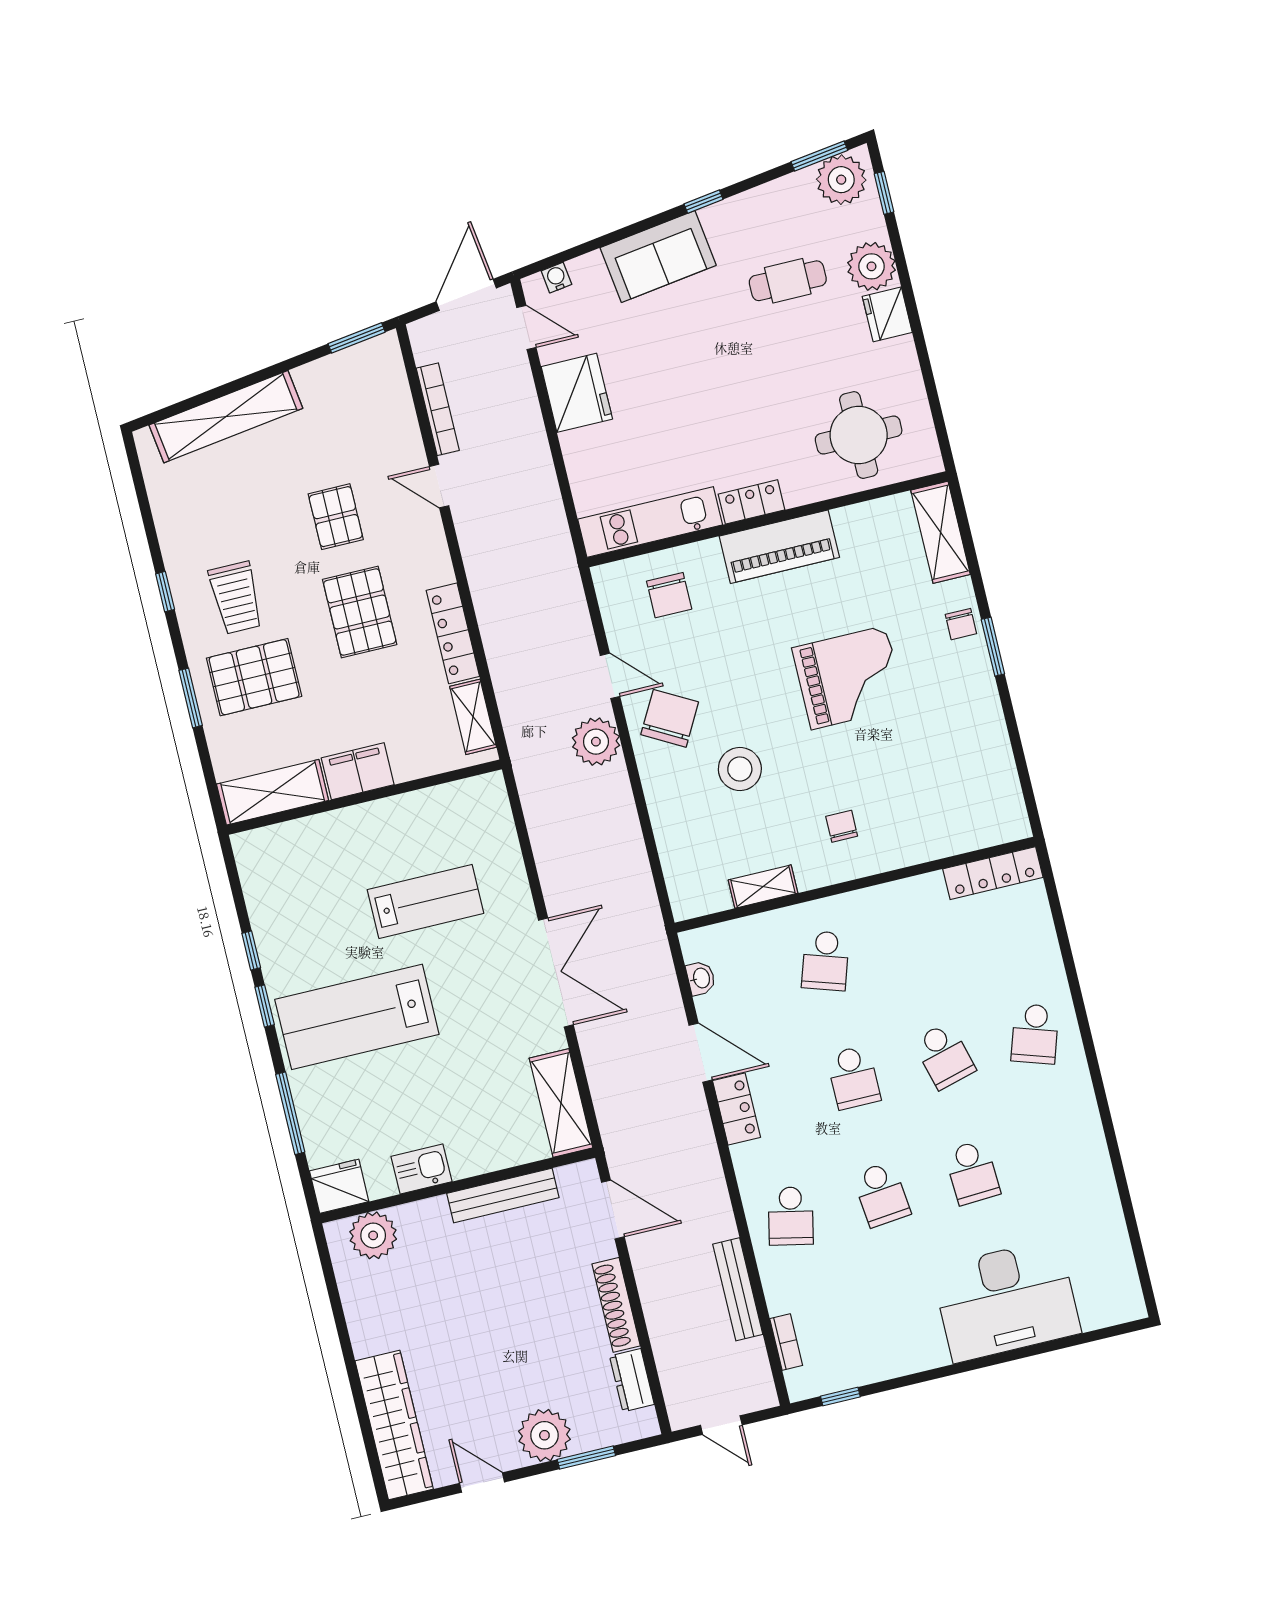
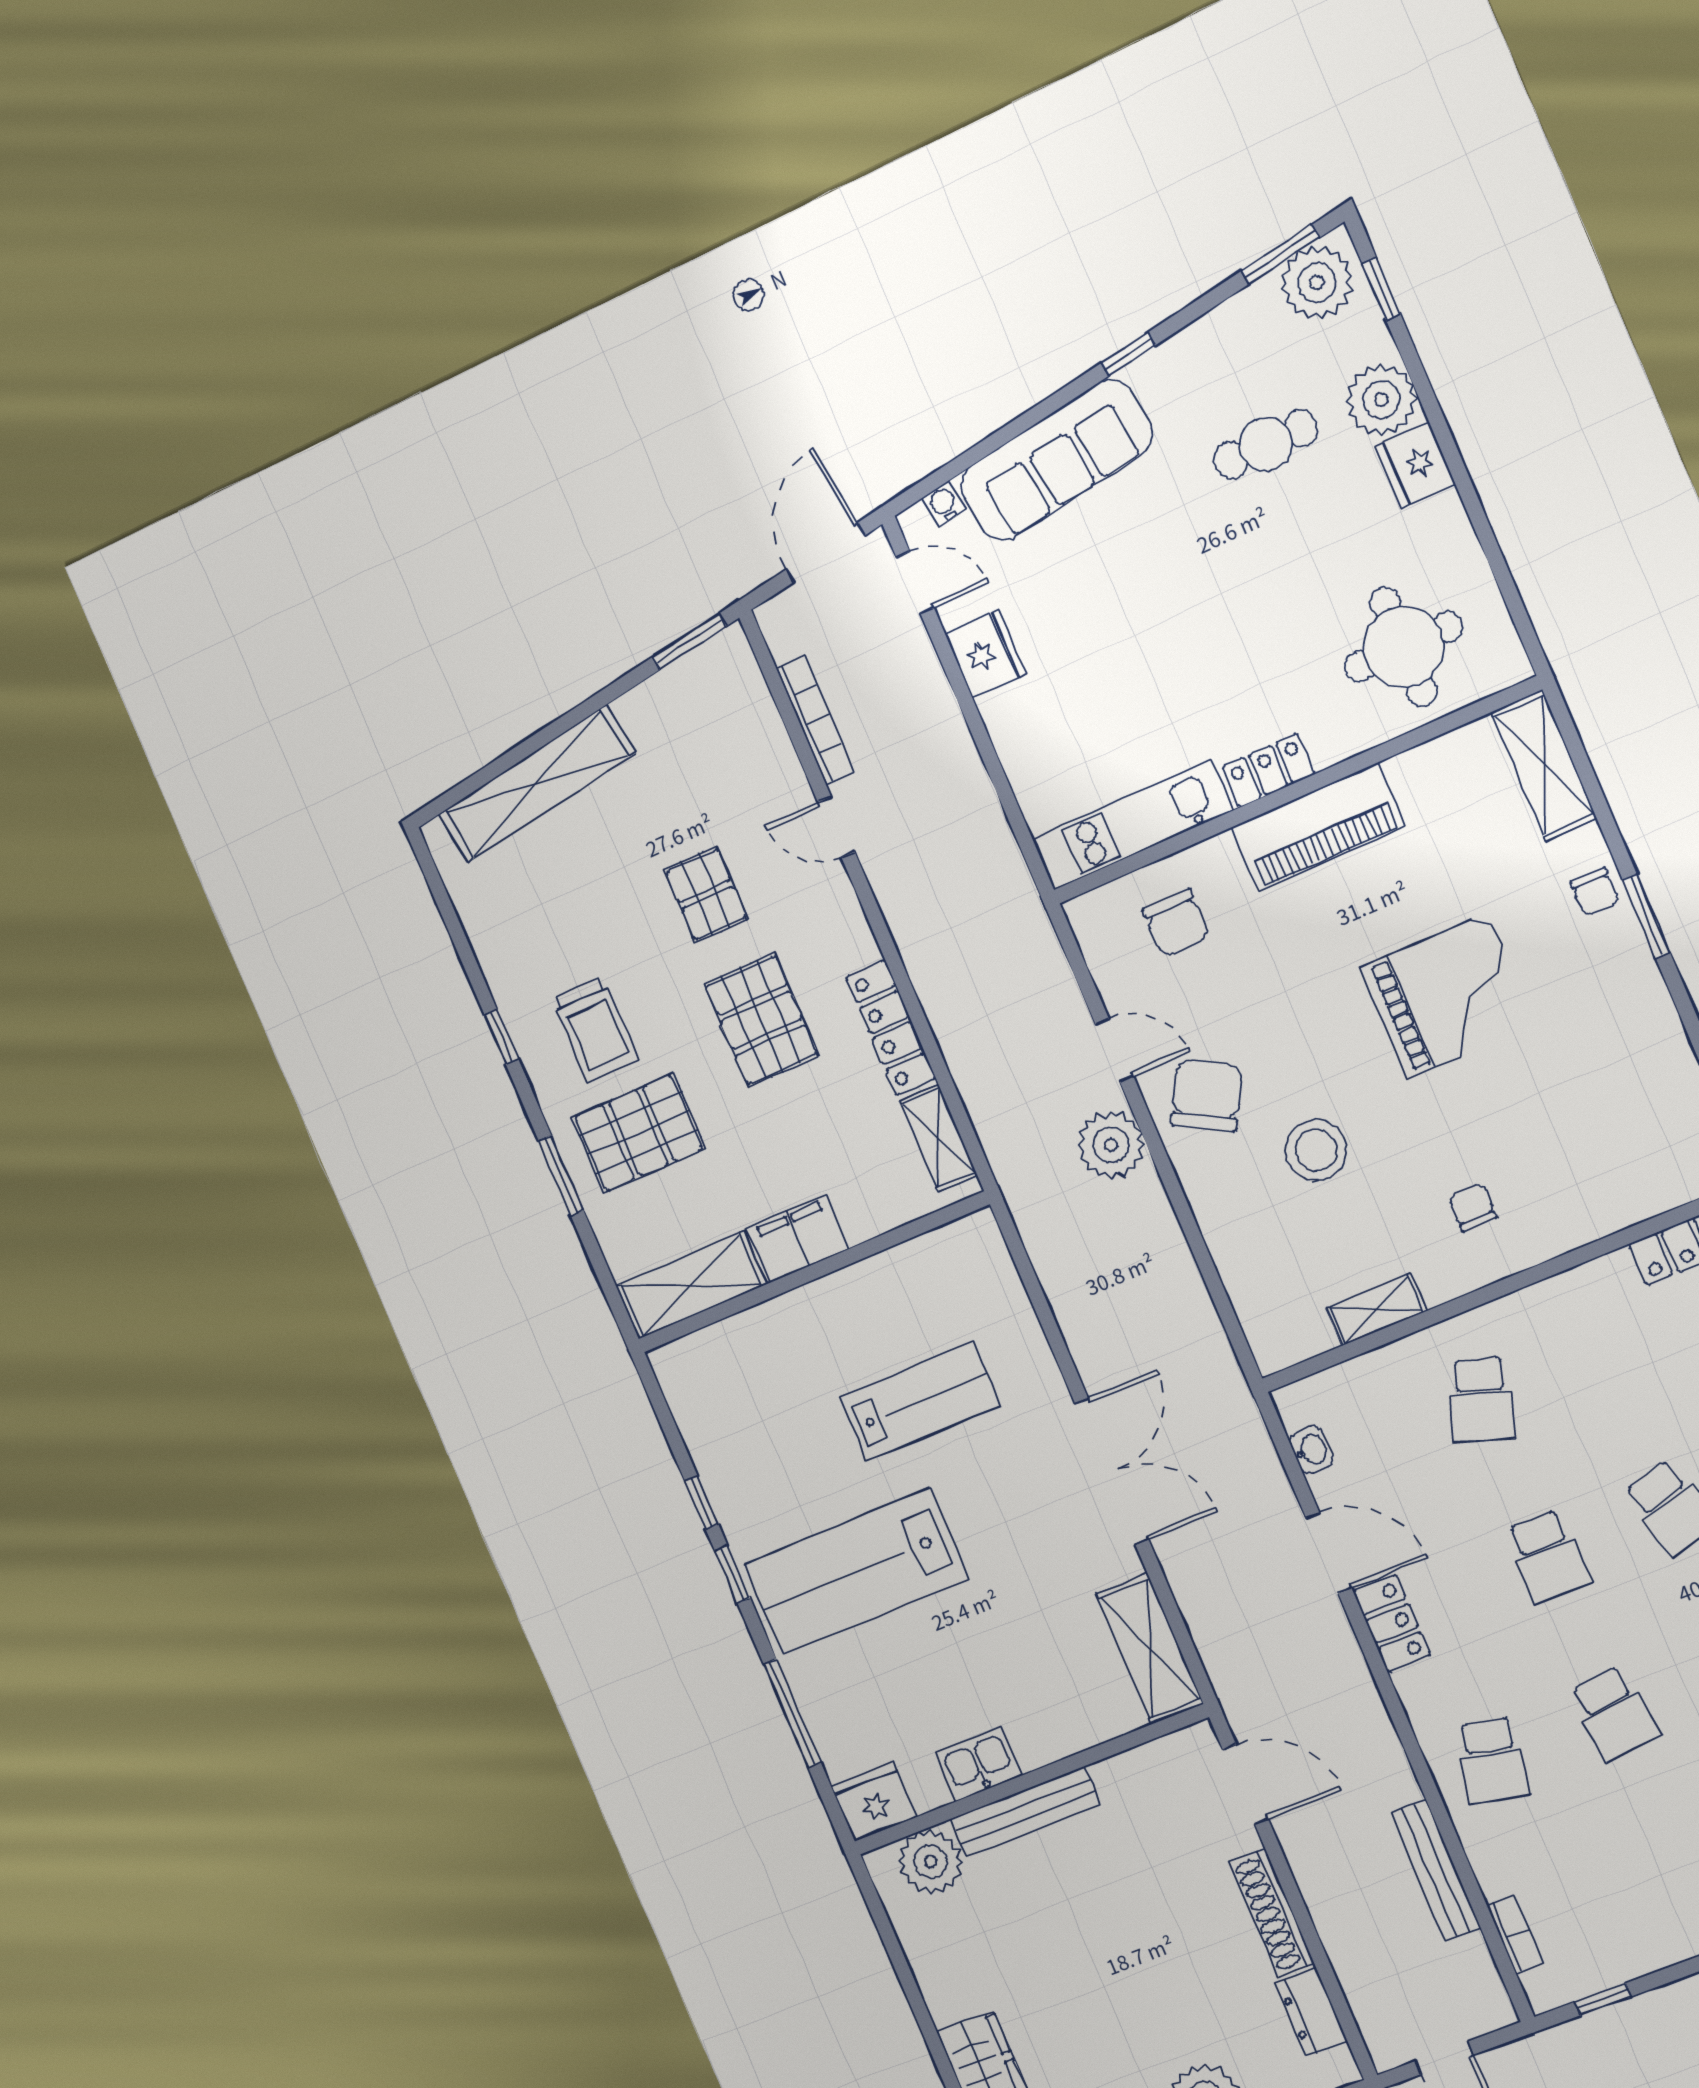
sofa: (658, 256) -> (1057, 460), width x1.36
fridge: (577, 393) -> (986, 654), width x0.73, depth x0.75
bench: (503, 1195) -> (1025, 1812), moved

